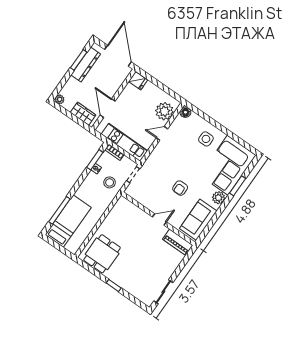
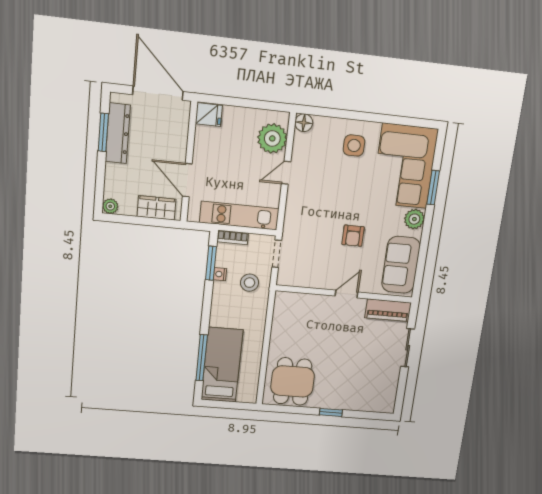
sliding door: (163, 292) -> (408, 348), moved

